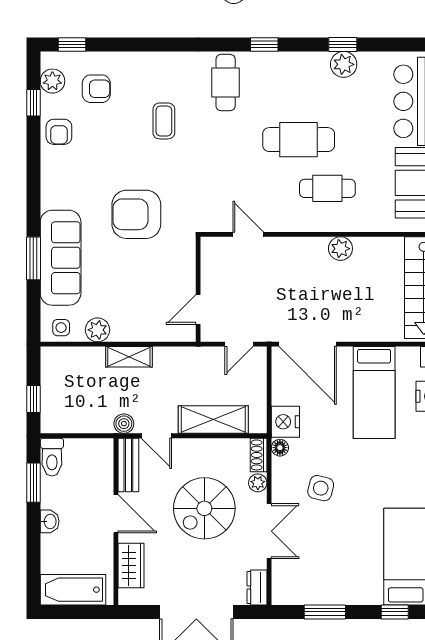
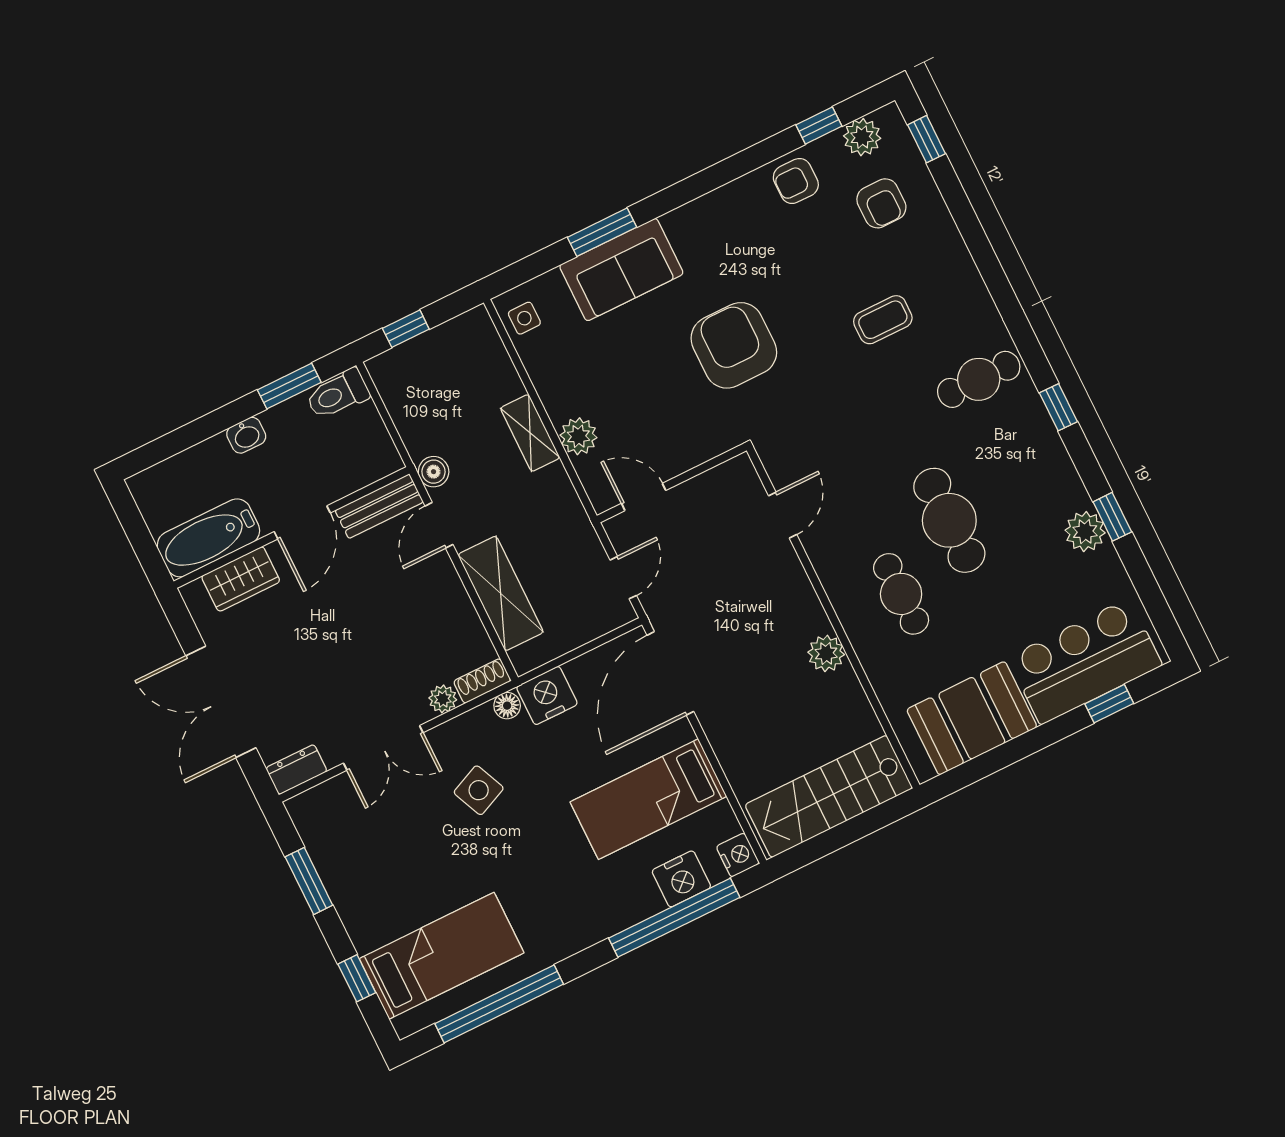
sofa: (61, 258) -> (621, 270), width x0.73
plant: (97, 330) -> (578, 436), moved
door: (239, 344) -> (623, 578), swing flipped
side table: (321, 488) -> (479, 790), turned -38
spiral stairs: (204, 508) -> (371, 642), removed
bathtub: (73, 590) -> (208, 538), moved, turned -90

